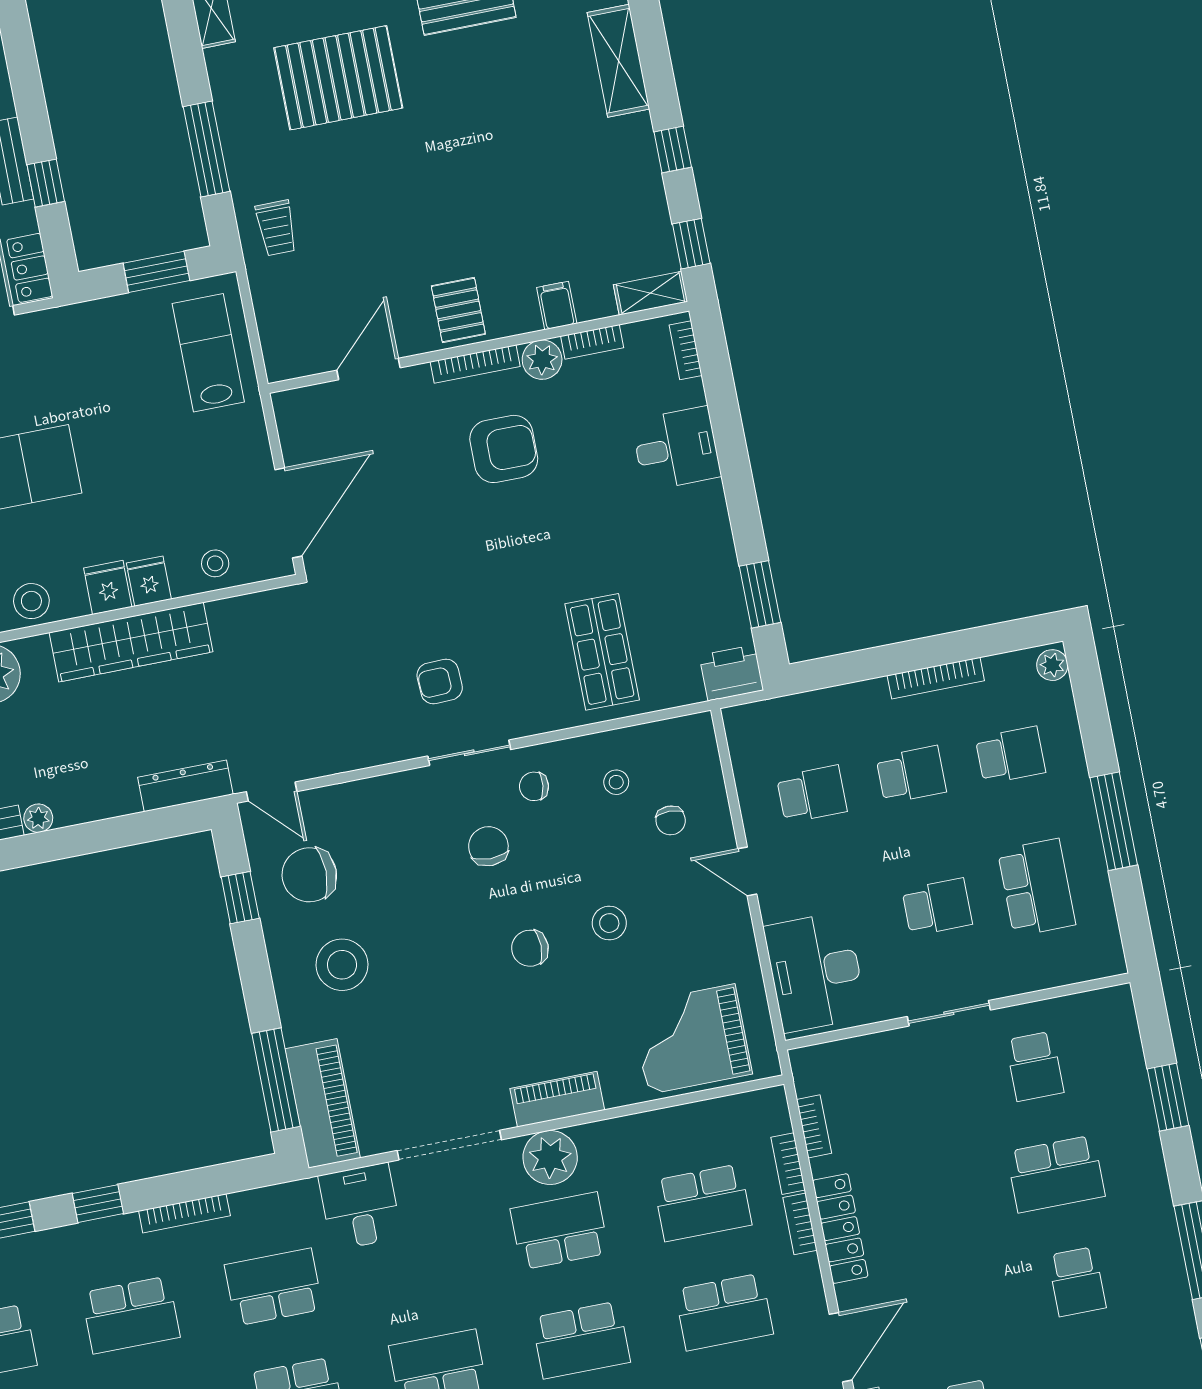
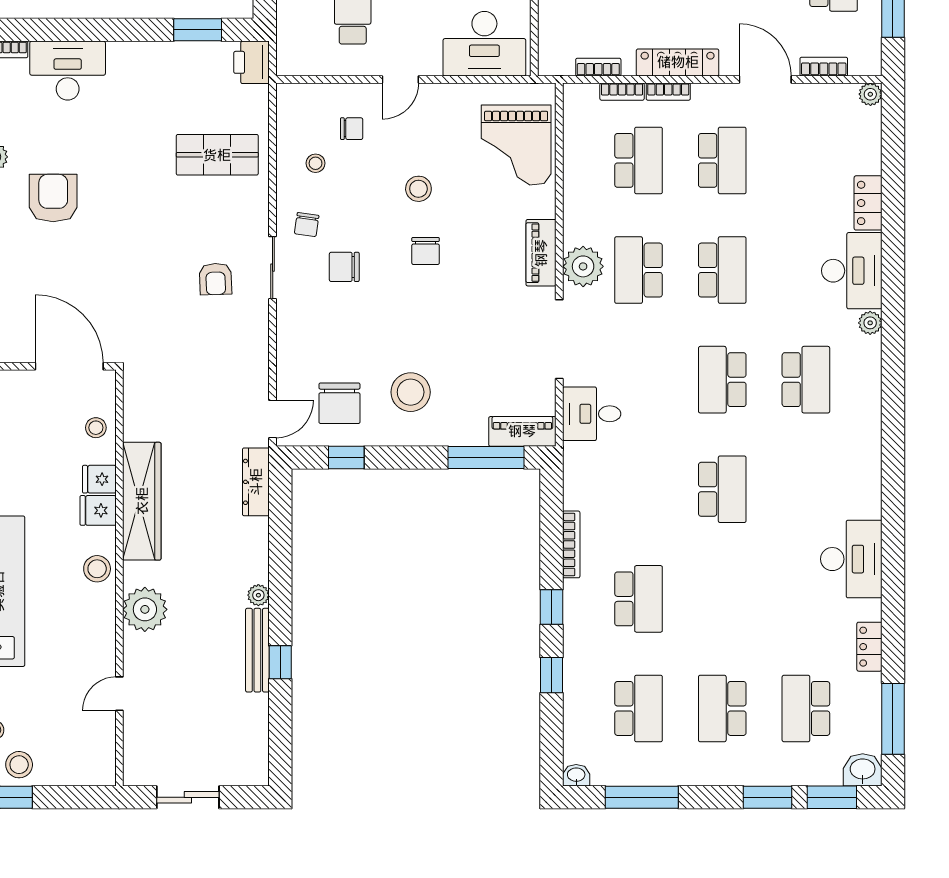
desk: (676, 449) -> (68, 71), width x1.37
piano: (323, 1103) -> (522, 431), width x0.73, depth x0.75
school desk: (274, 1287) -> (639, 489), removed

